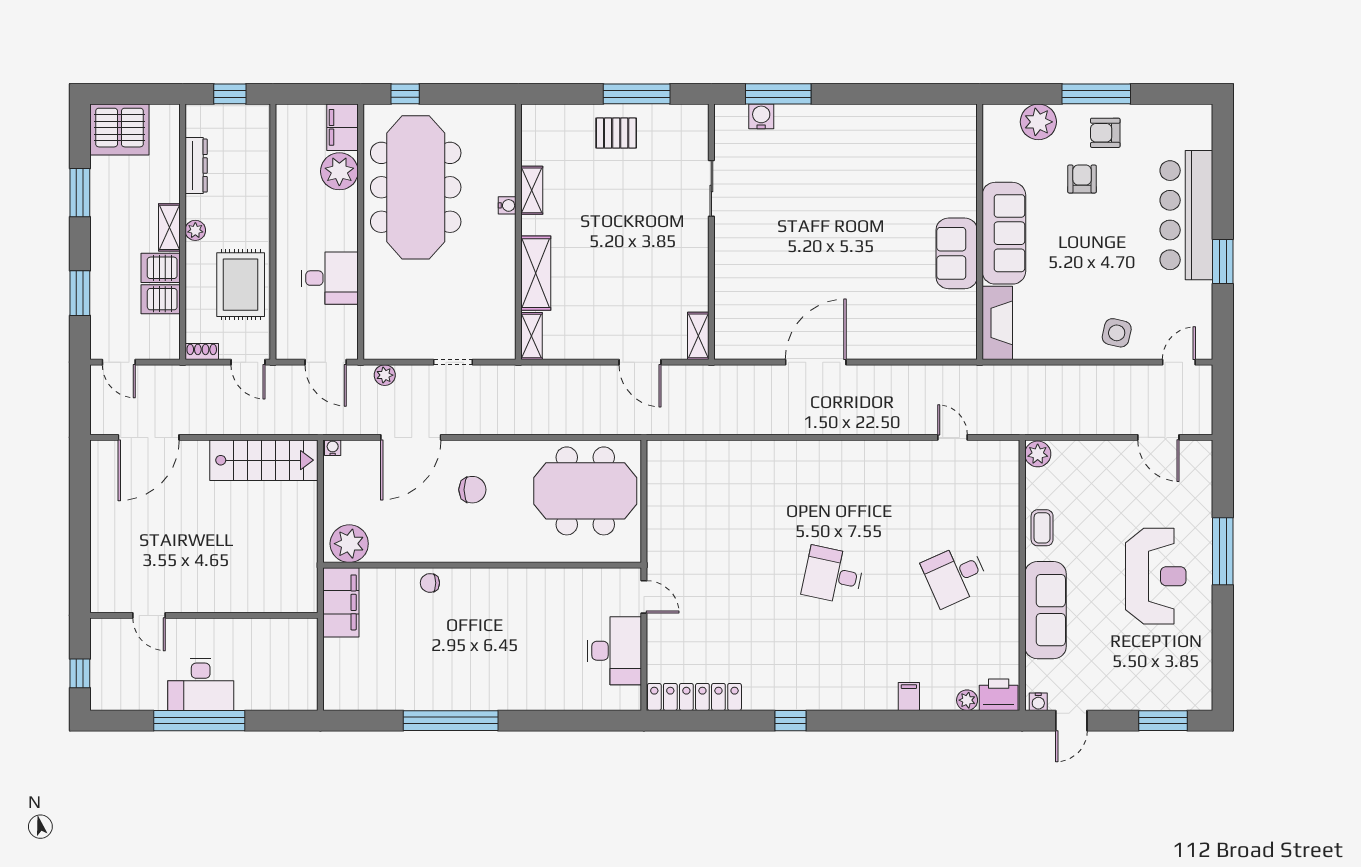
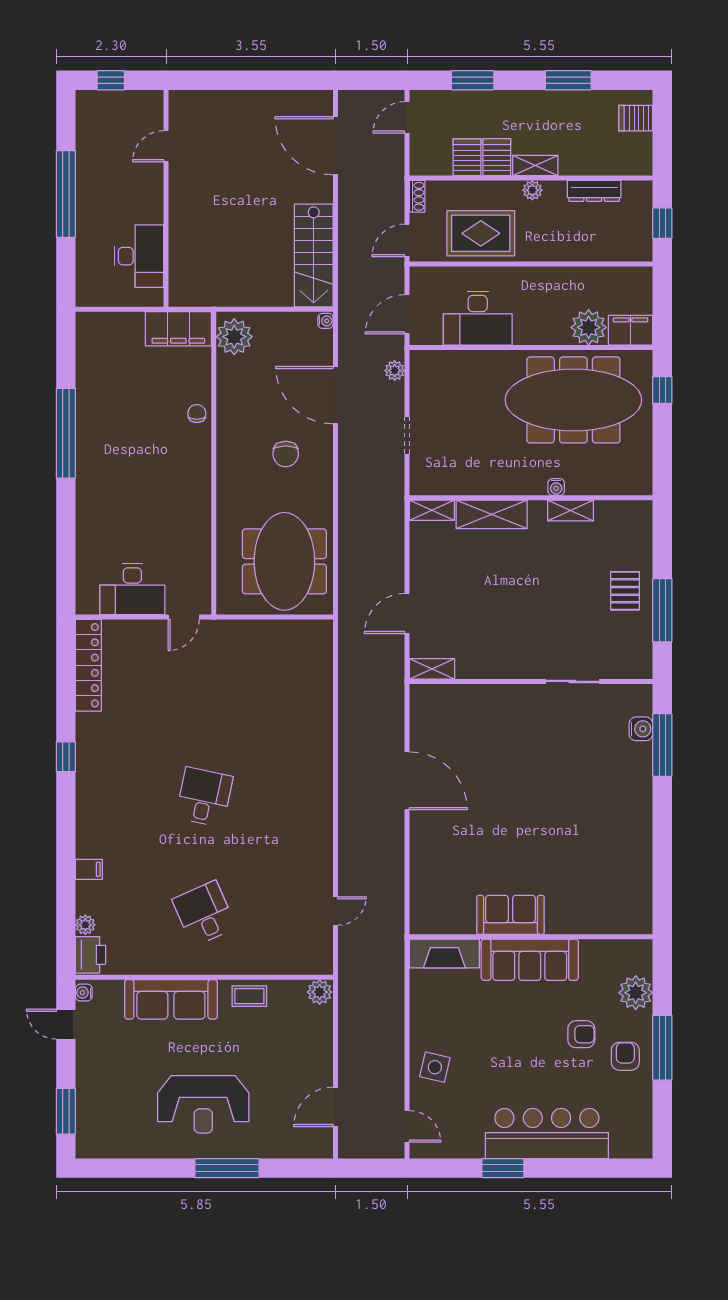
server rack: (119, 130) -> (636, 118), width x0.46, depth x0.70
desk: (330, 278) -> (478, 318), width x1.37
desk: (201, 685) -> (139, 256), moved, turned 180

